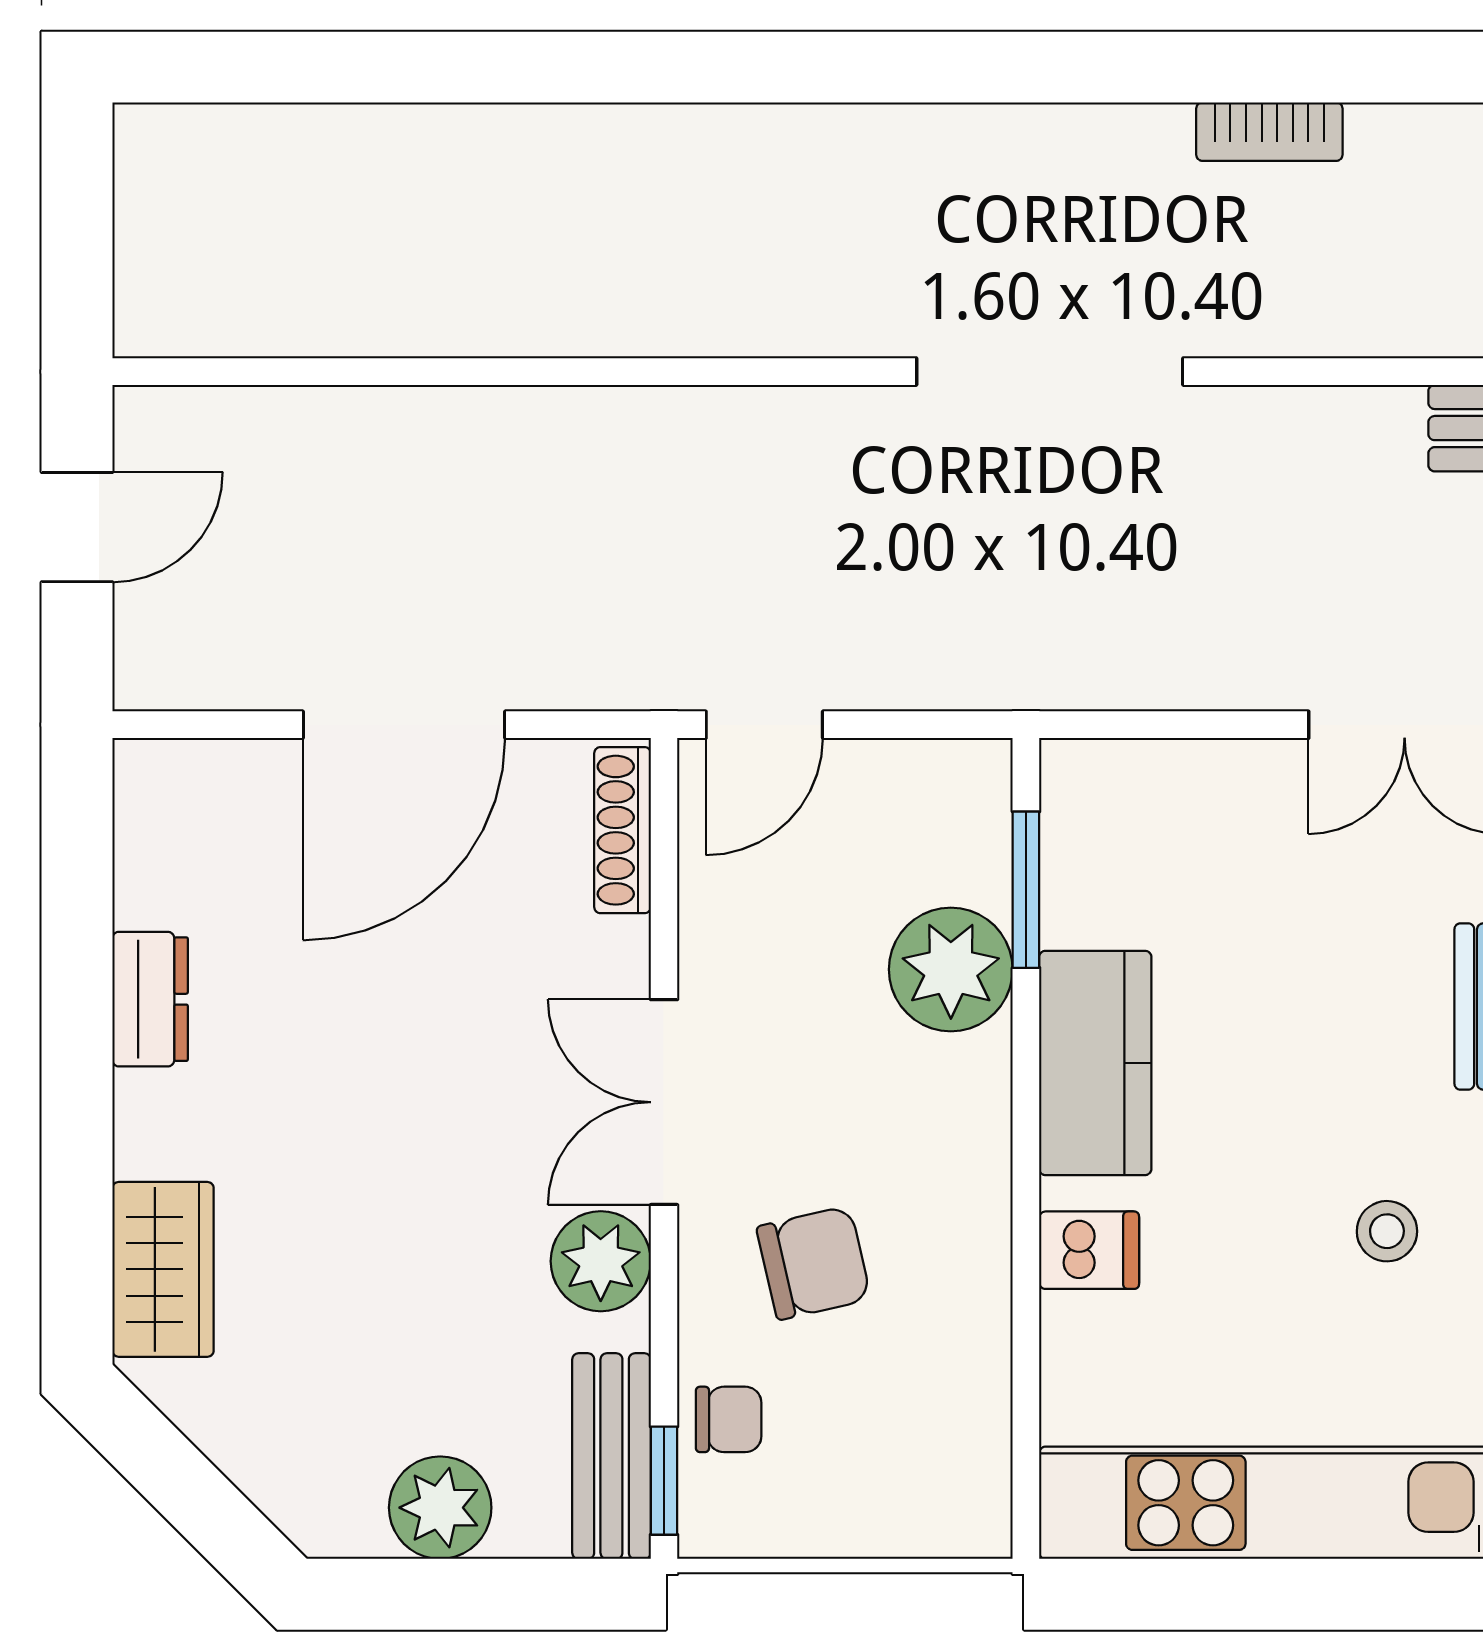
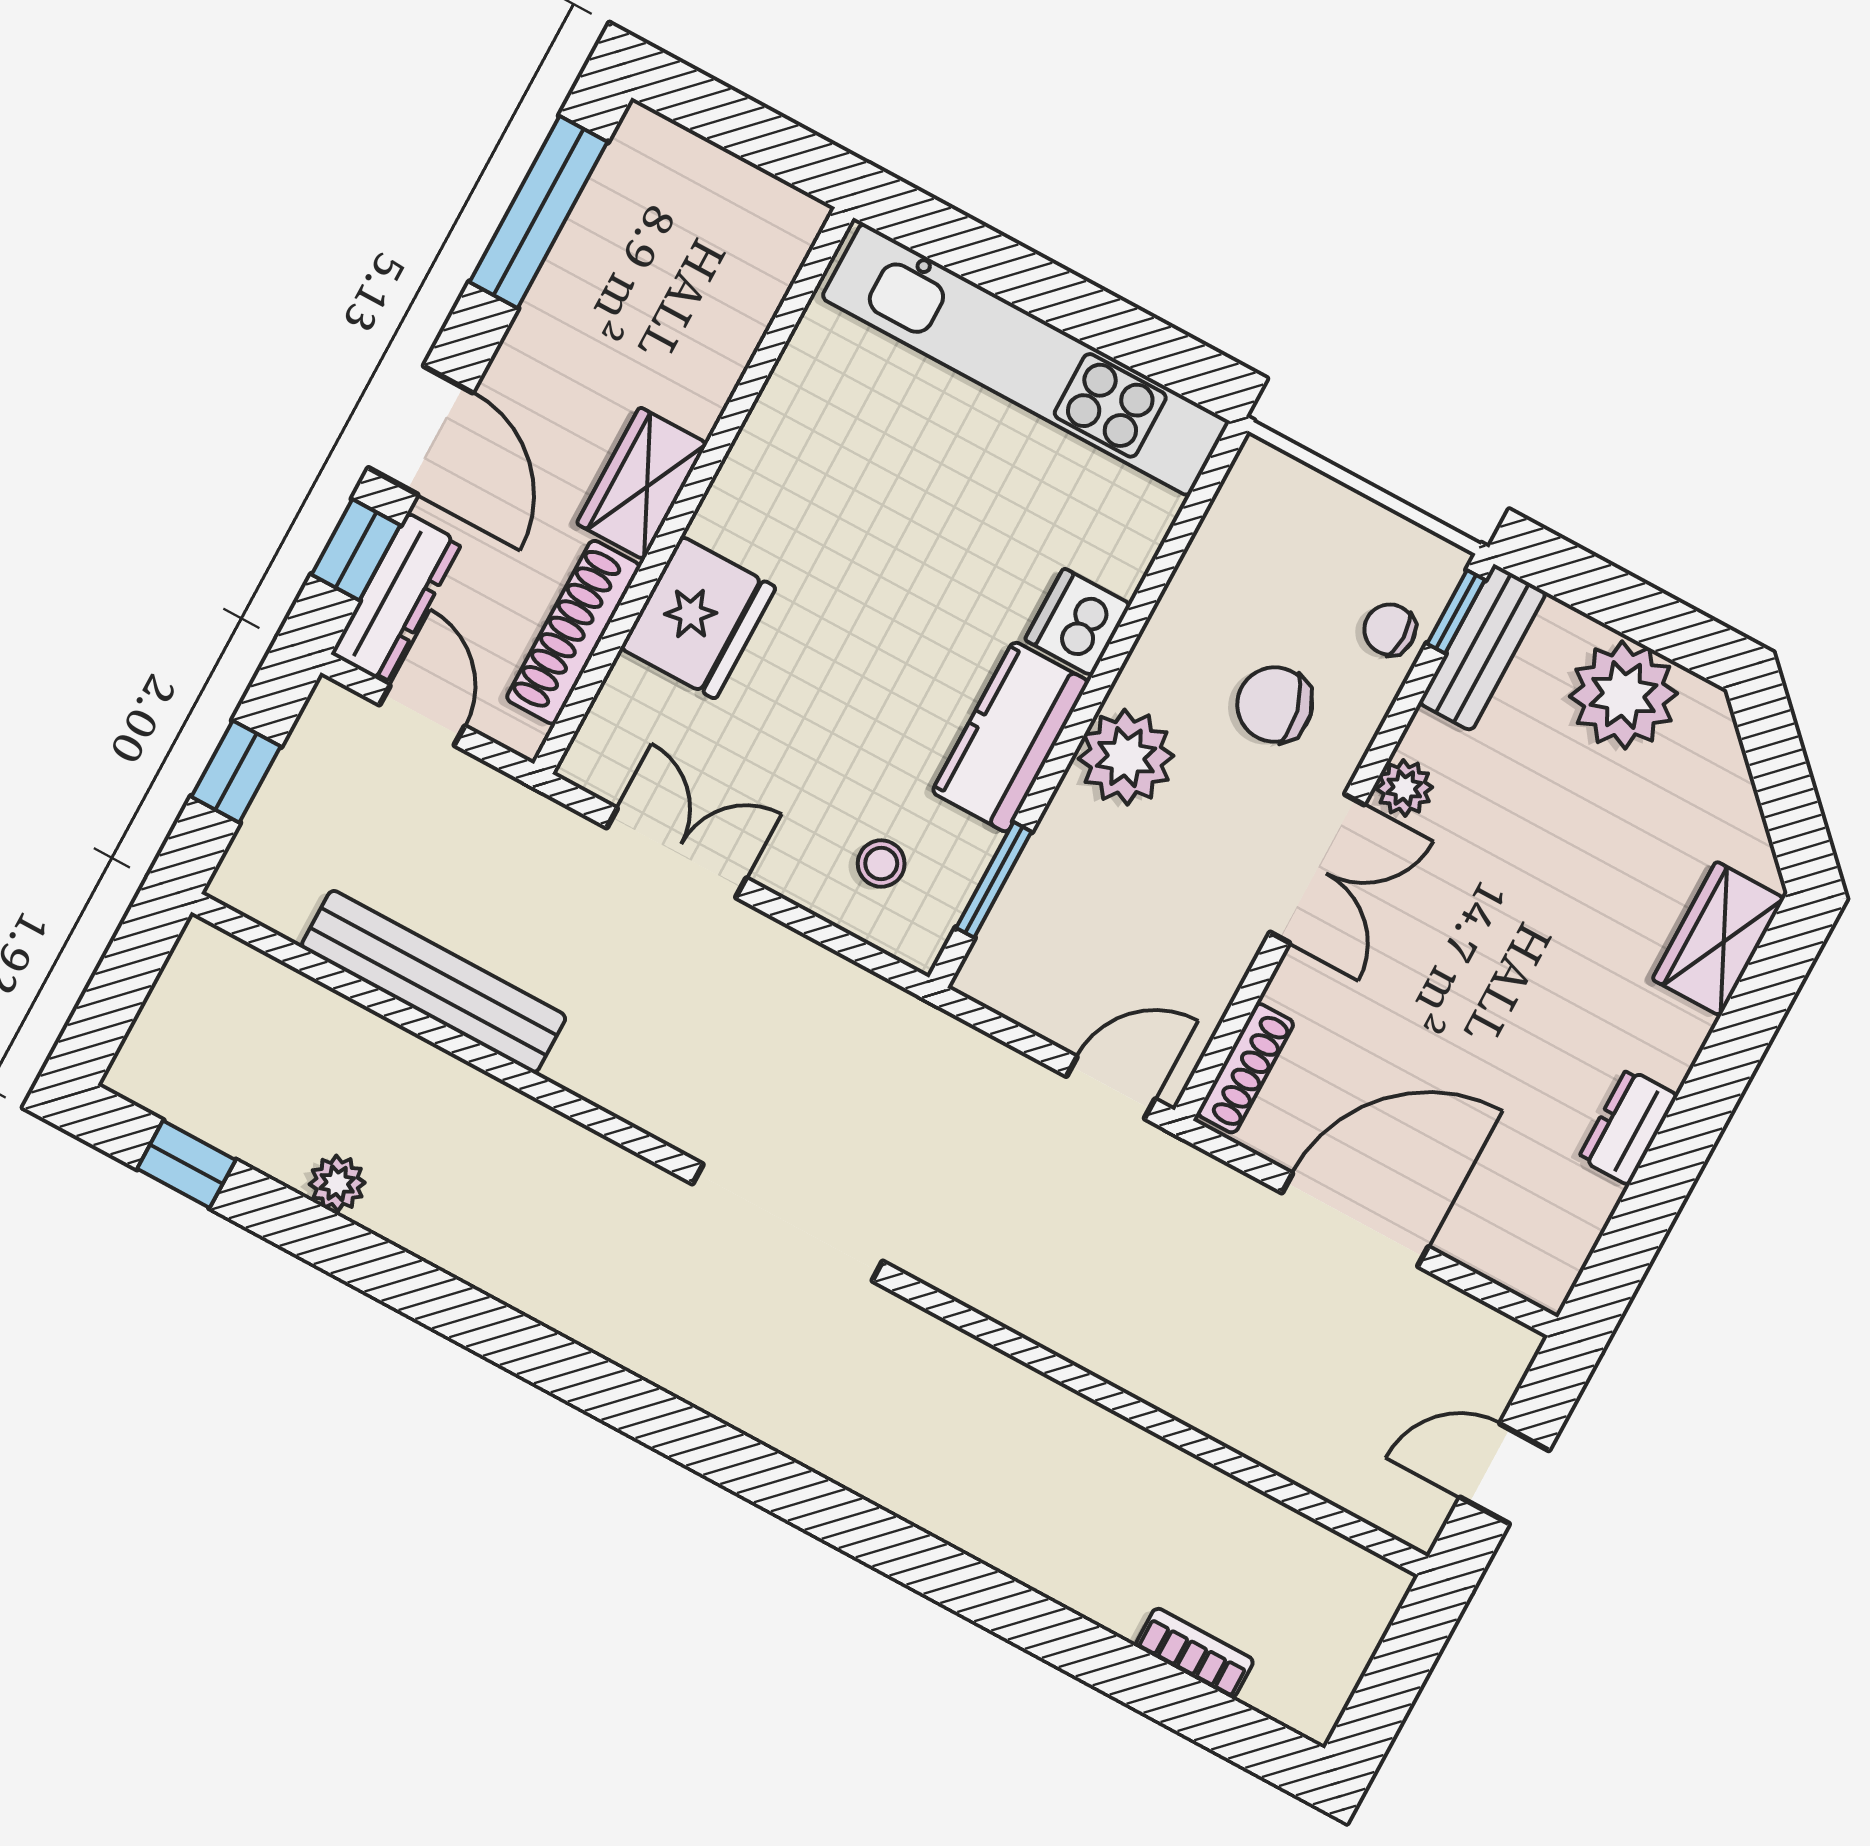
bookcase: (1269, 132) -> (1195, 1653), moved
plant: (951, 969) -> (1126, 757), moved
stool: (1387, 1231) -> (881, 864), moved
dishwasher: (1089, 1250) -> (1078, 622), width x1.38
plant: (601, 1261) -> (1404, 788), width x0.73, depth x0.73
plant: (440, 1508) -> (1624, 695), width x1.36, depth x1.36

